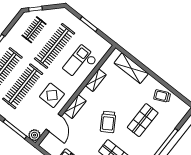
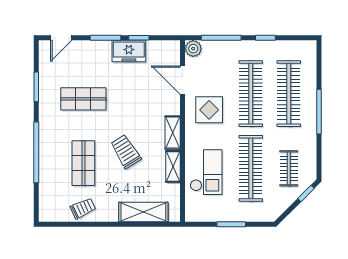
shelving: (75, 107) -> (173, 133), moved
trolley: (108, 122) -> (126, 152), moved

